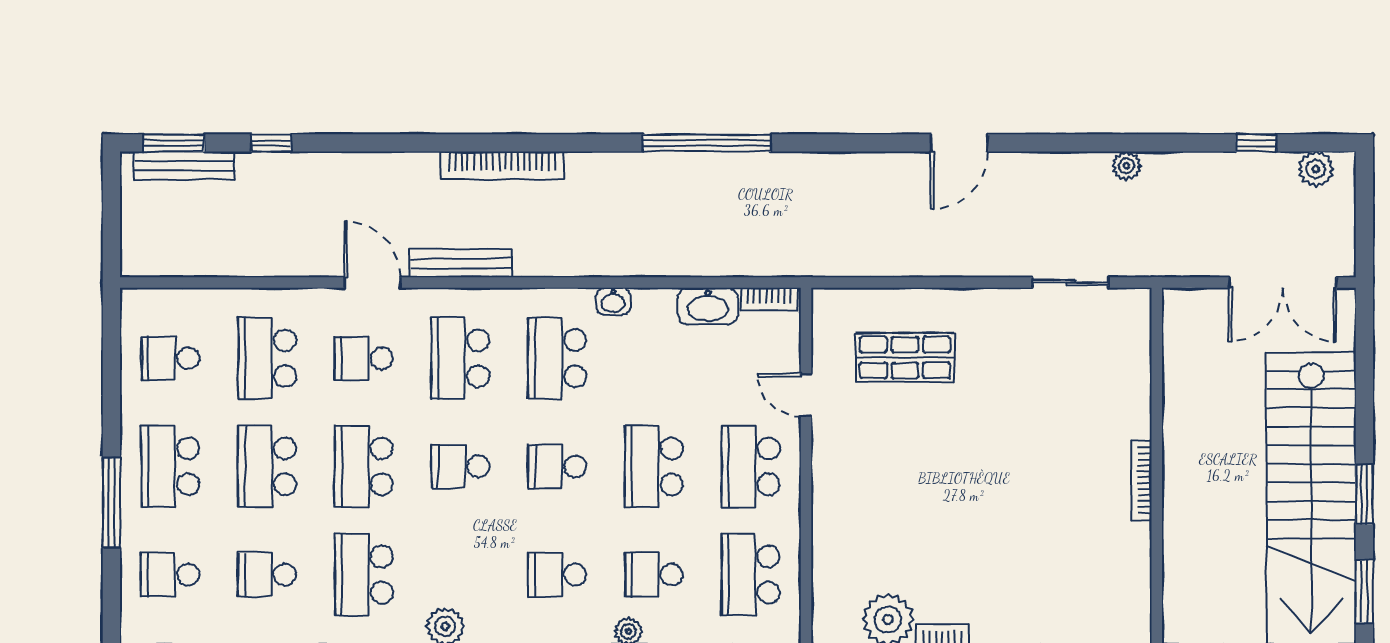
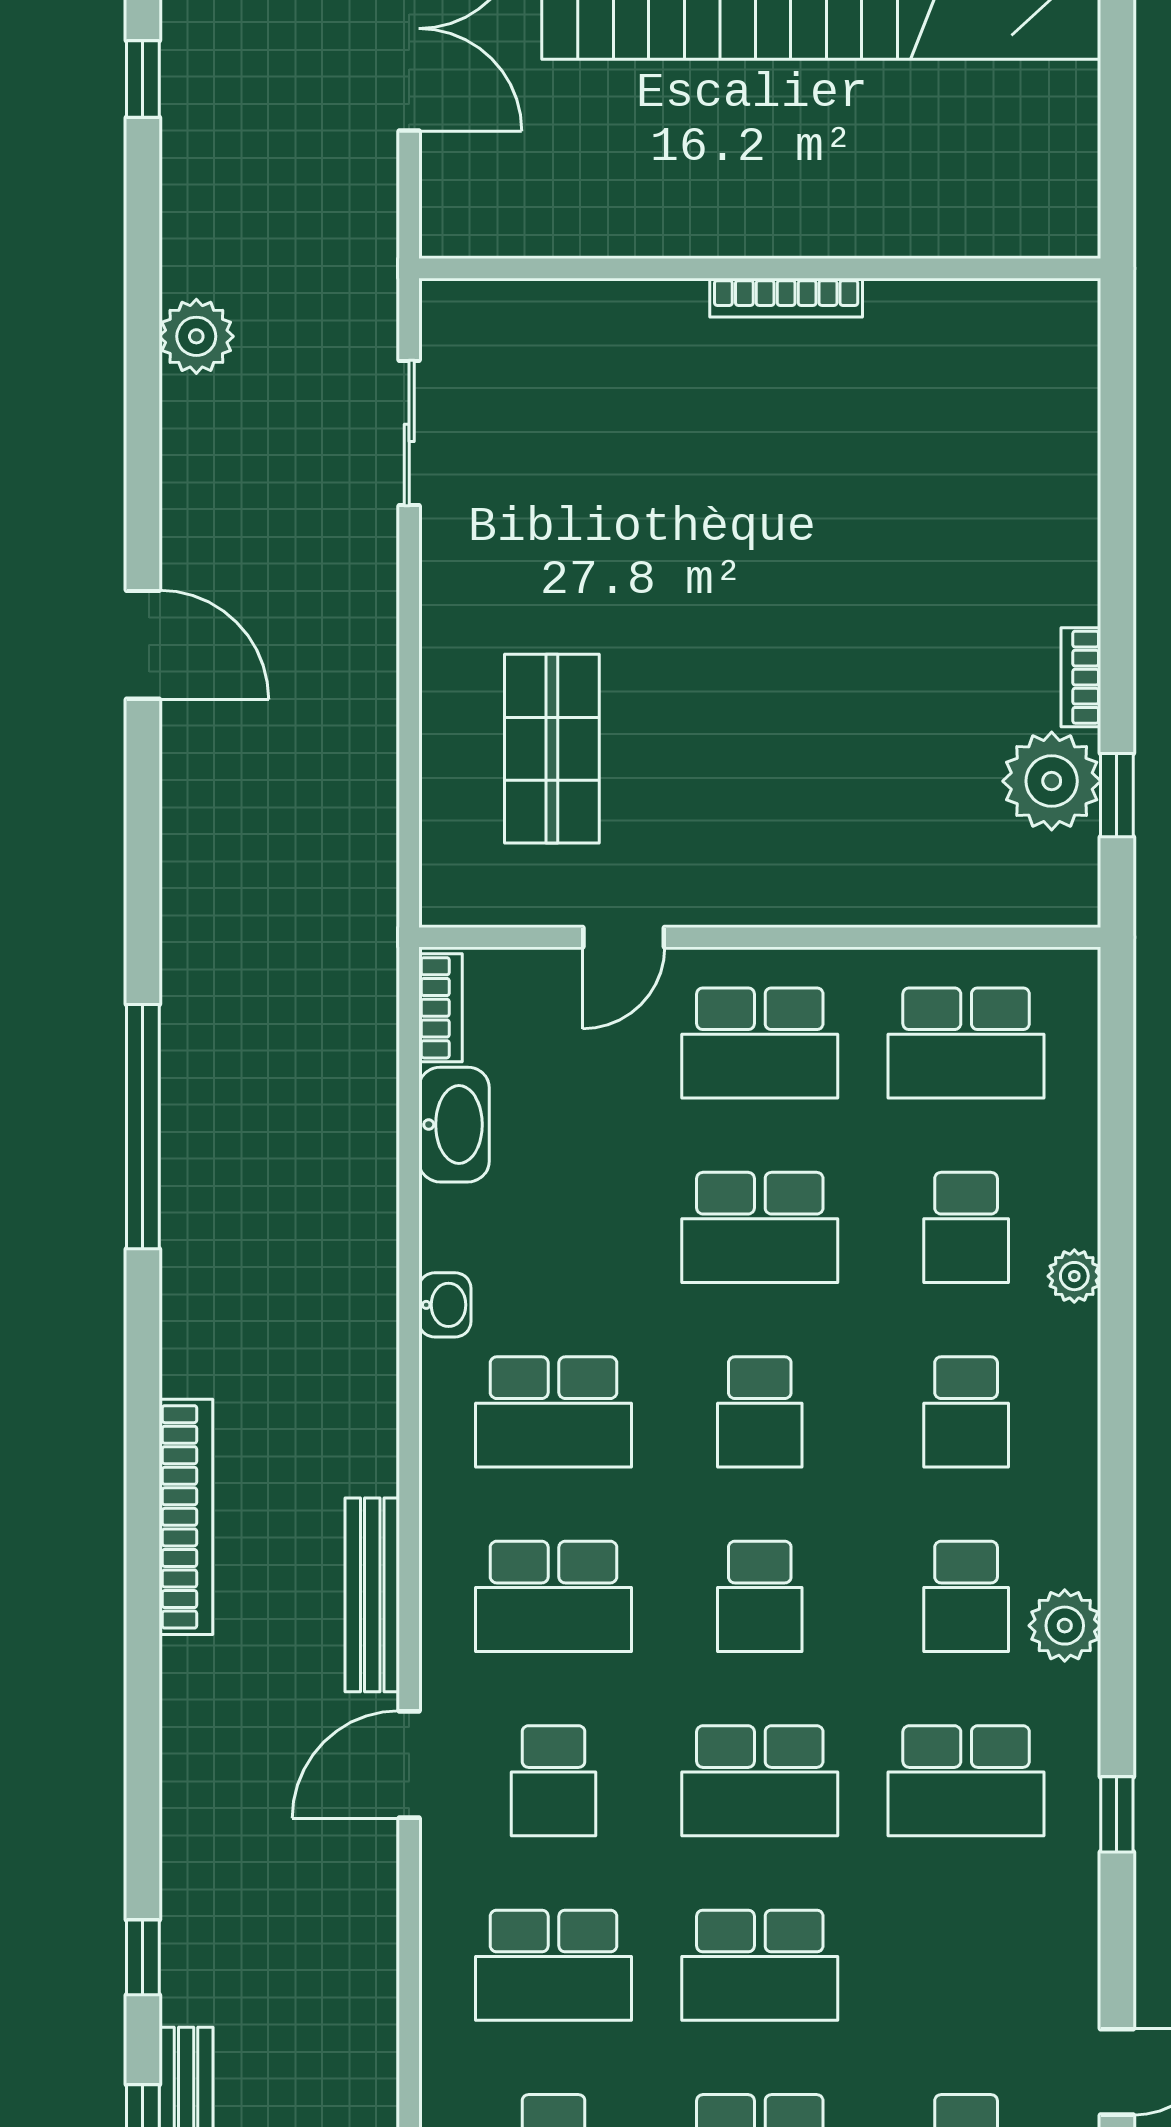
plant: (1126, 166) -> (196, 336), width x1.38, depth x1.38
school desk: (267, 575) -> (966, 1596), moved

